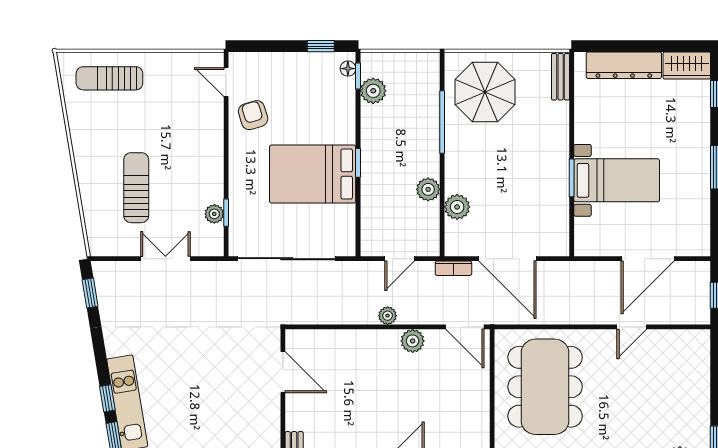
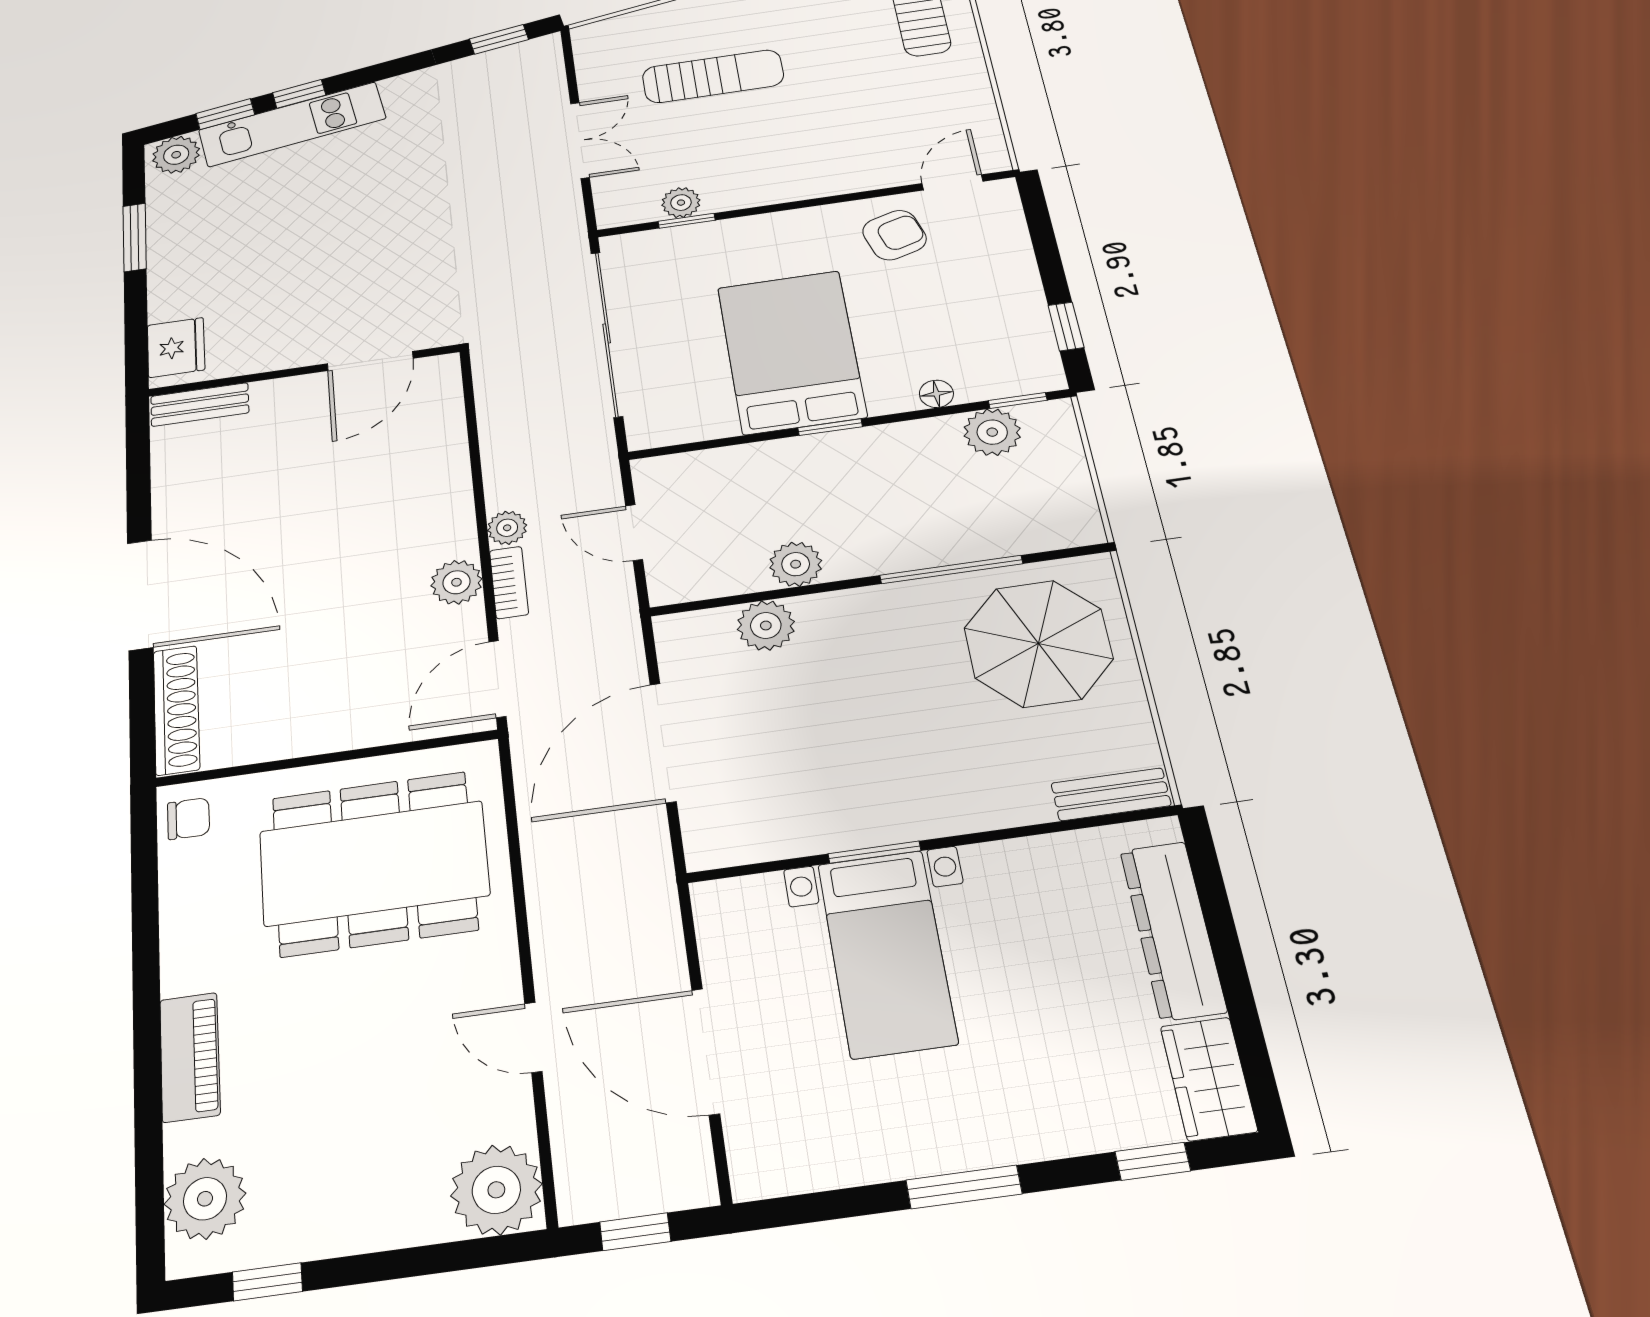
floor lamp: (348, 69) -> (936, 394), moved
bookcase: (453, 268) -> (509, 582), moved, turned 180
plant: (692, 347) -> (496, 1190), added

